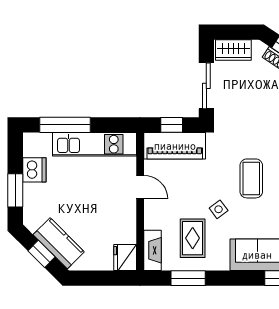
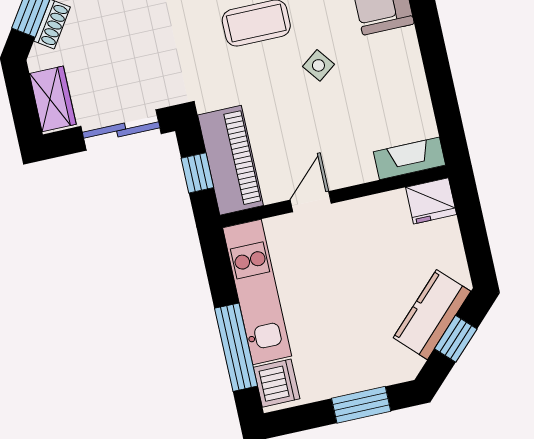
dishwasher: (34, 170) -> (277, 383), moved, turned 90
rug: (193, 238) -> (375, 97), removed
window: (188, 278) -> (442, 90), removed

